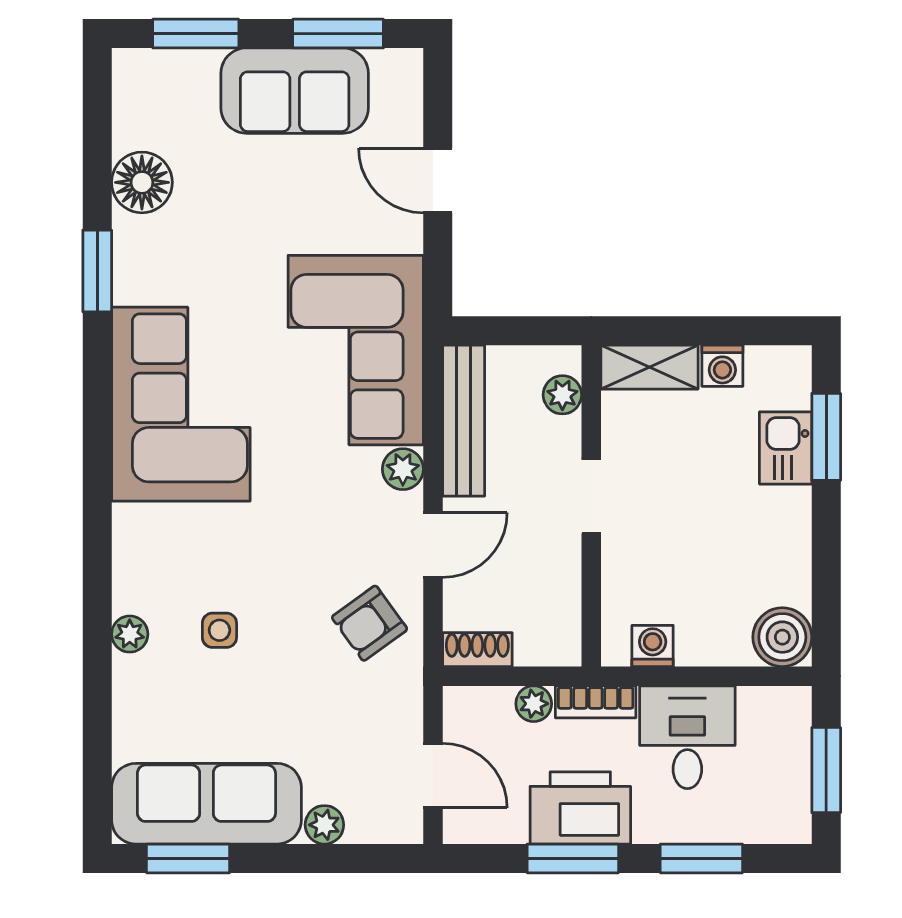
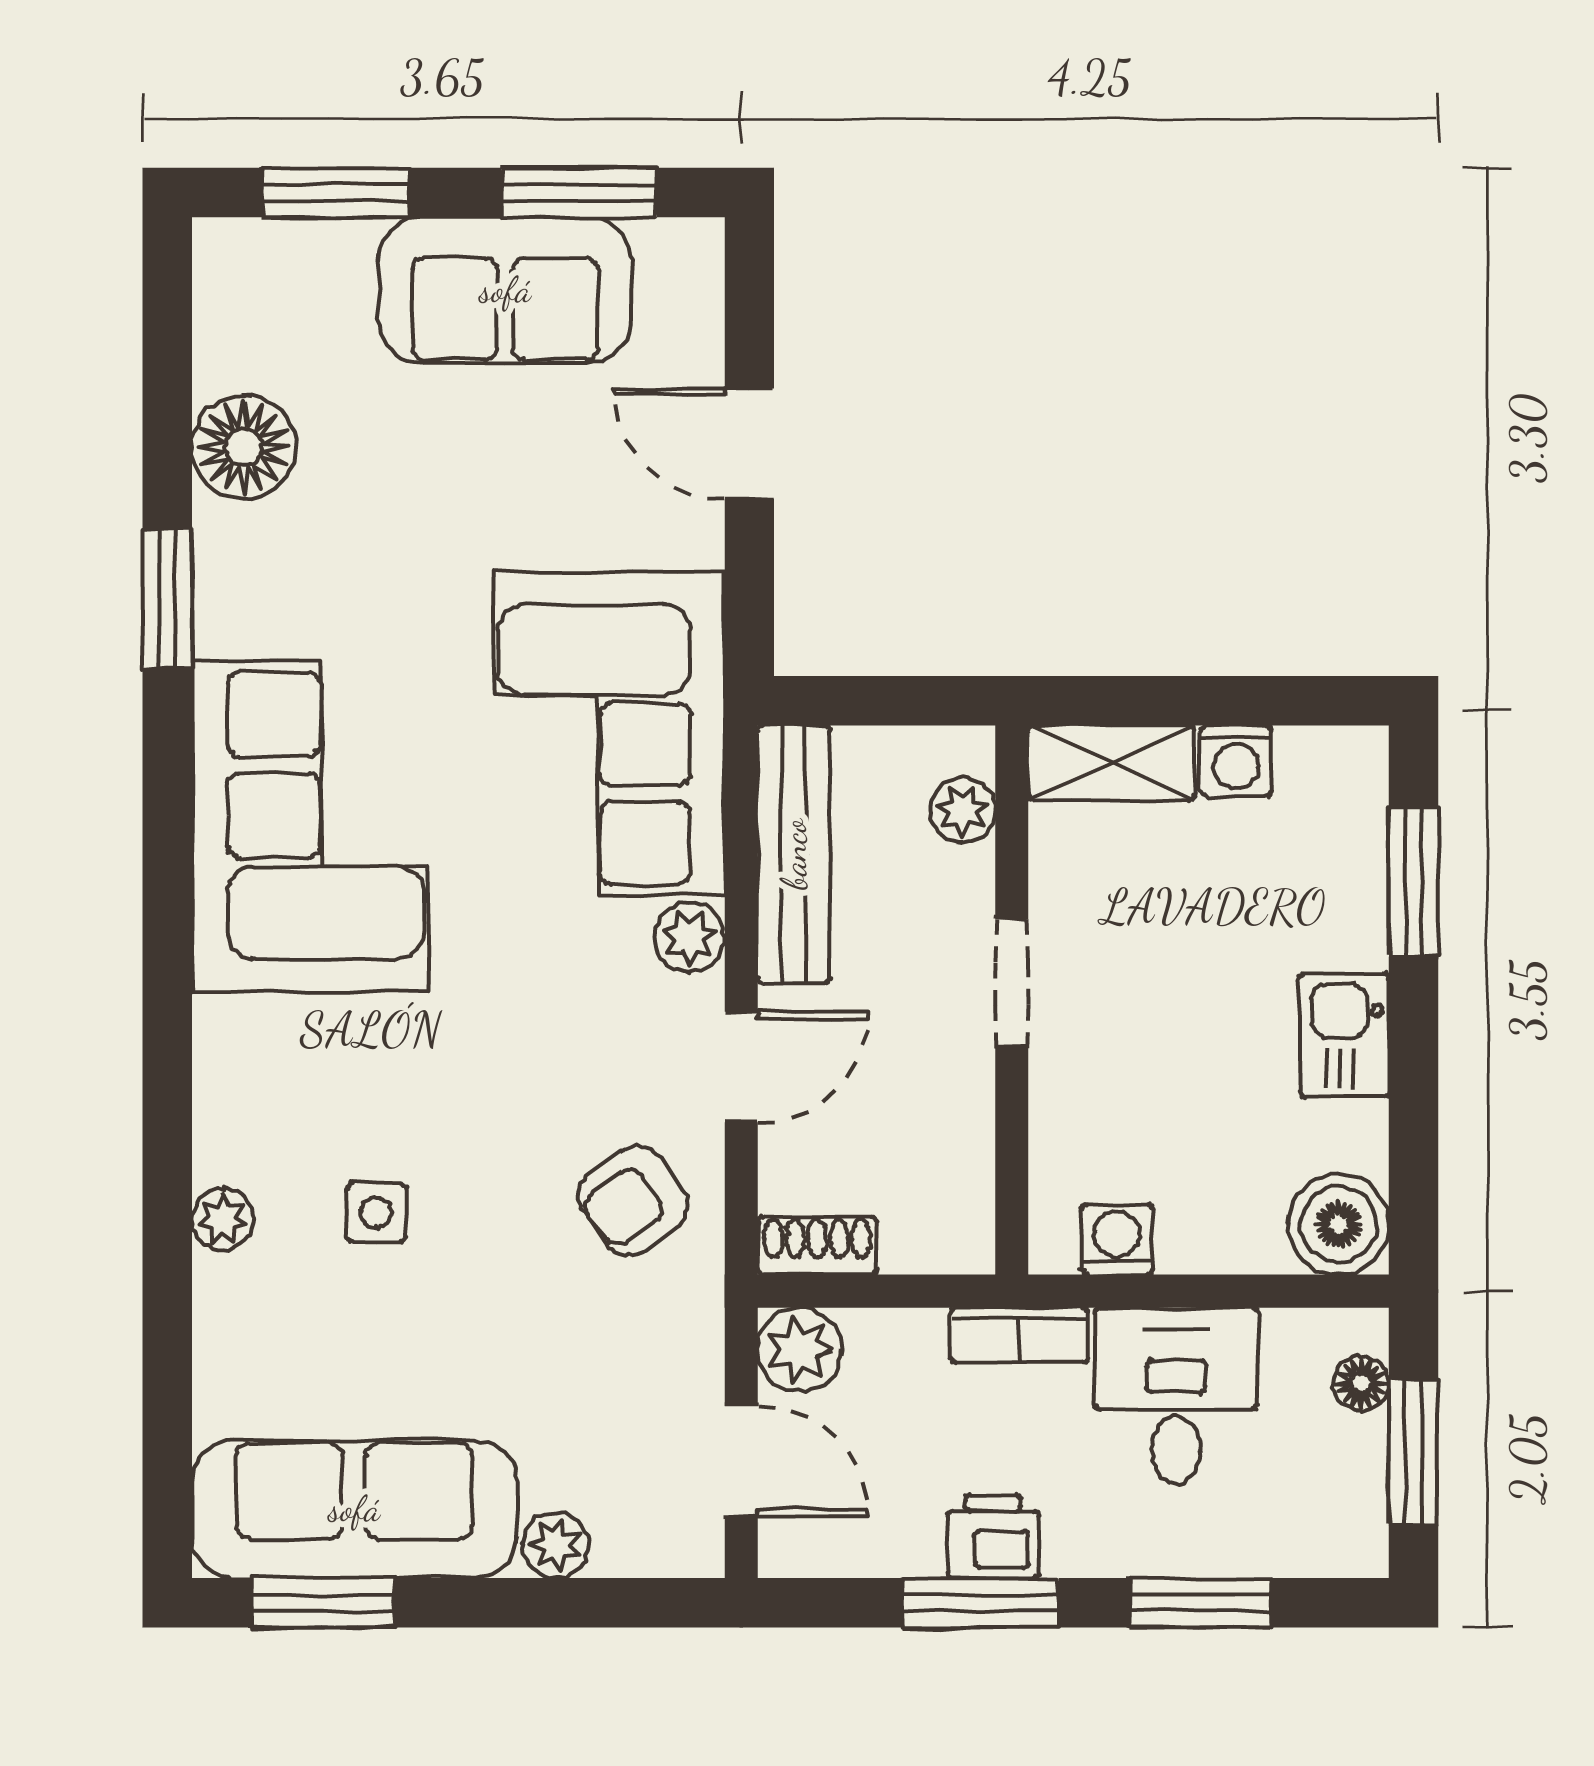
kitchen sink: (786, 448) -> (1344, 1035), moved
plant: (534, 704) -> (800, 1350), moved, width x1.38, depth x1.38
floor lamp: (796, 730) -> (1361, 1383), added
printer: (580, 808) -> (993, 1536), width x0.53, depth x0.68

